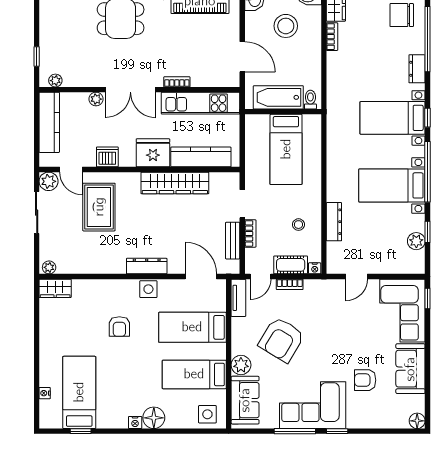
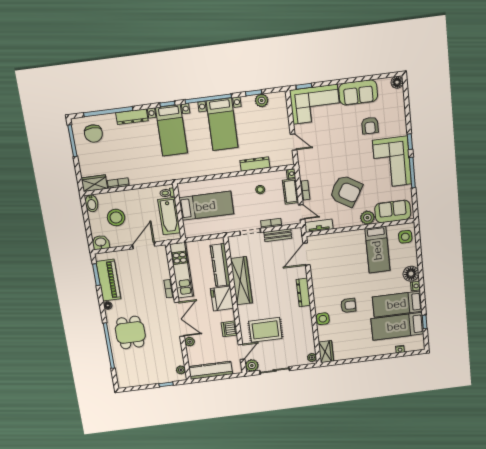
dresser: (417, 69) -> (132, 117), width x1.44
side table: (148, 289) -> (323, 319), moved
bed: (192, 327) -> (397, 304), moved, turned 90

